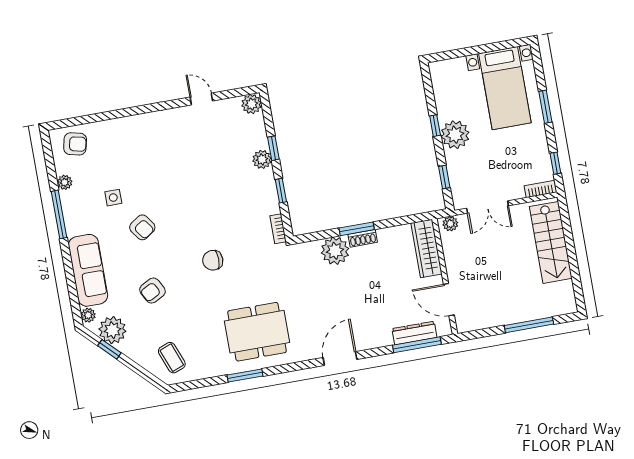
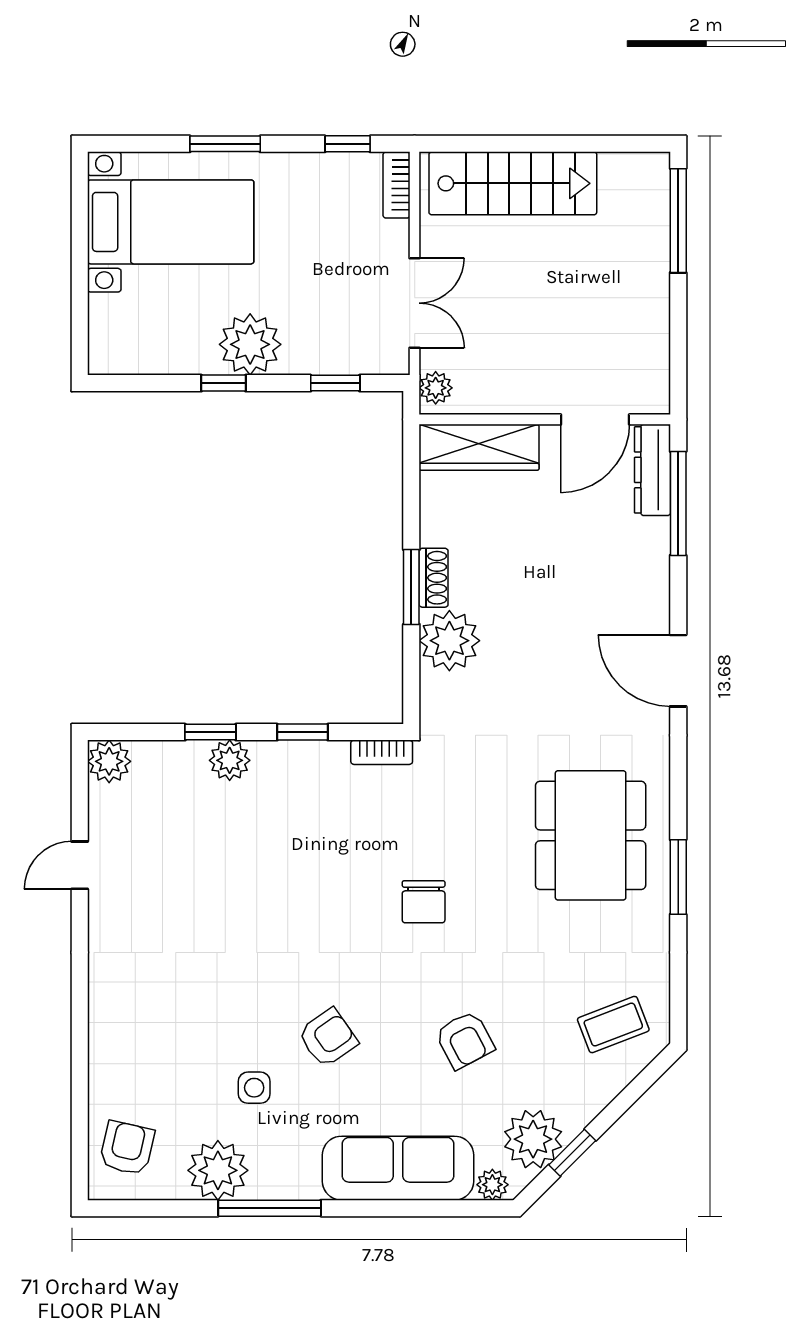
plant: (65, 182) -> (218, 1170), width x1.88, depth x1.88
window: (529, 325) -> (678, 221), moved
dresser: (414, 333) -> (652, 470), moved

